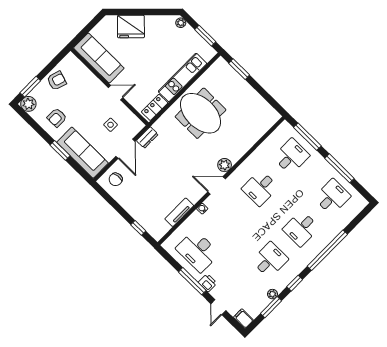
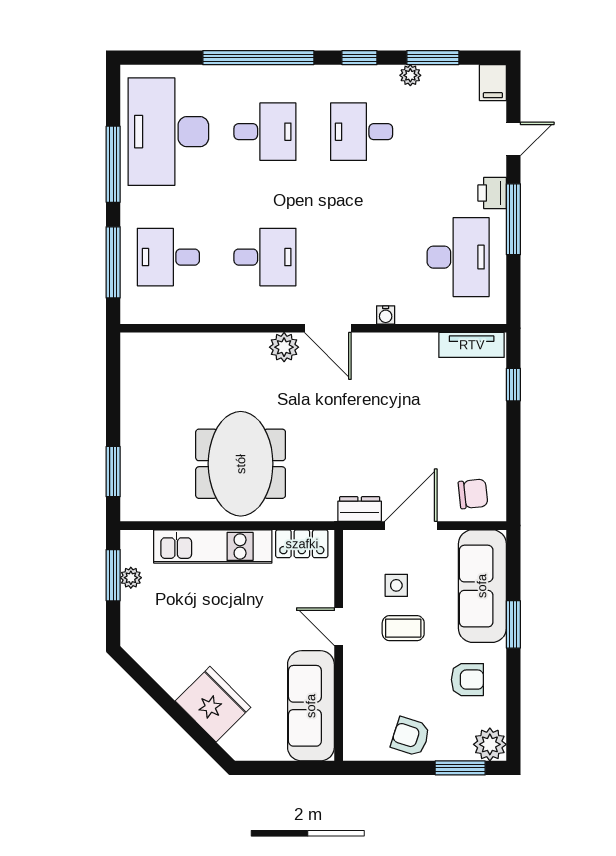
plant: (181, 23) -> (131, 578), moved
coffee table: (94, 113) -> (403, 628), added
desk: (332, 197) -> (168, 132), width x1.87, depth x1.30
tv unit: (179, 212) -> (472, 345), moved

